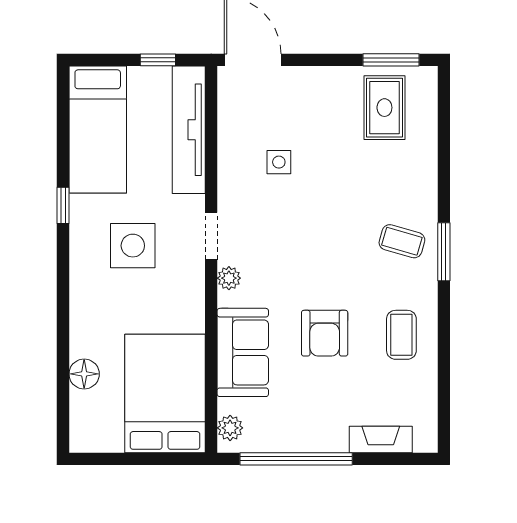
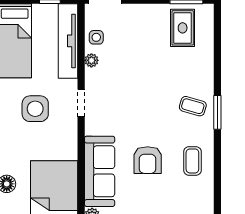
side table: (279, 162) -> (96, 37), moved
plant: (229, 278) -> (91, 60), moved
sofa: (243, 352) -> (100, 171), width x1.36

